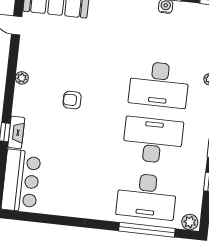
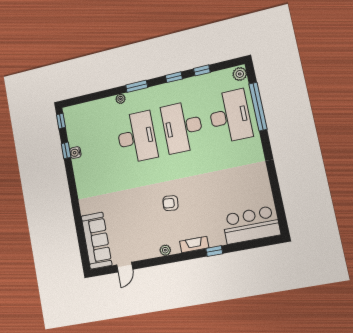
armchair: (72, 100) -> (170, 203), turned 96
fireplace: (16, 132) -> (194, 245), moved

